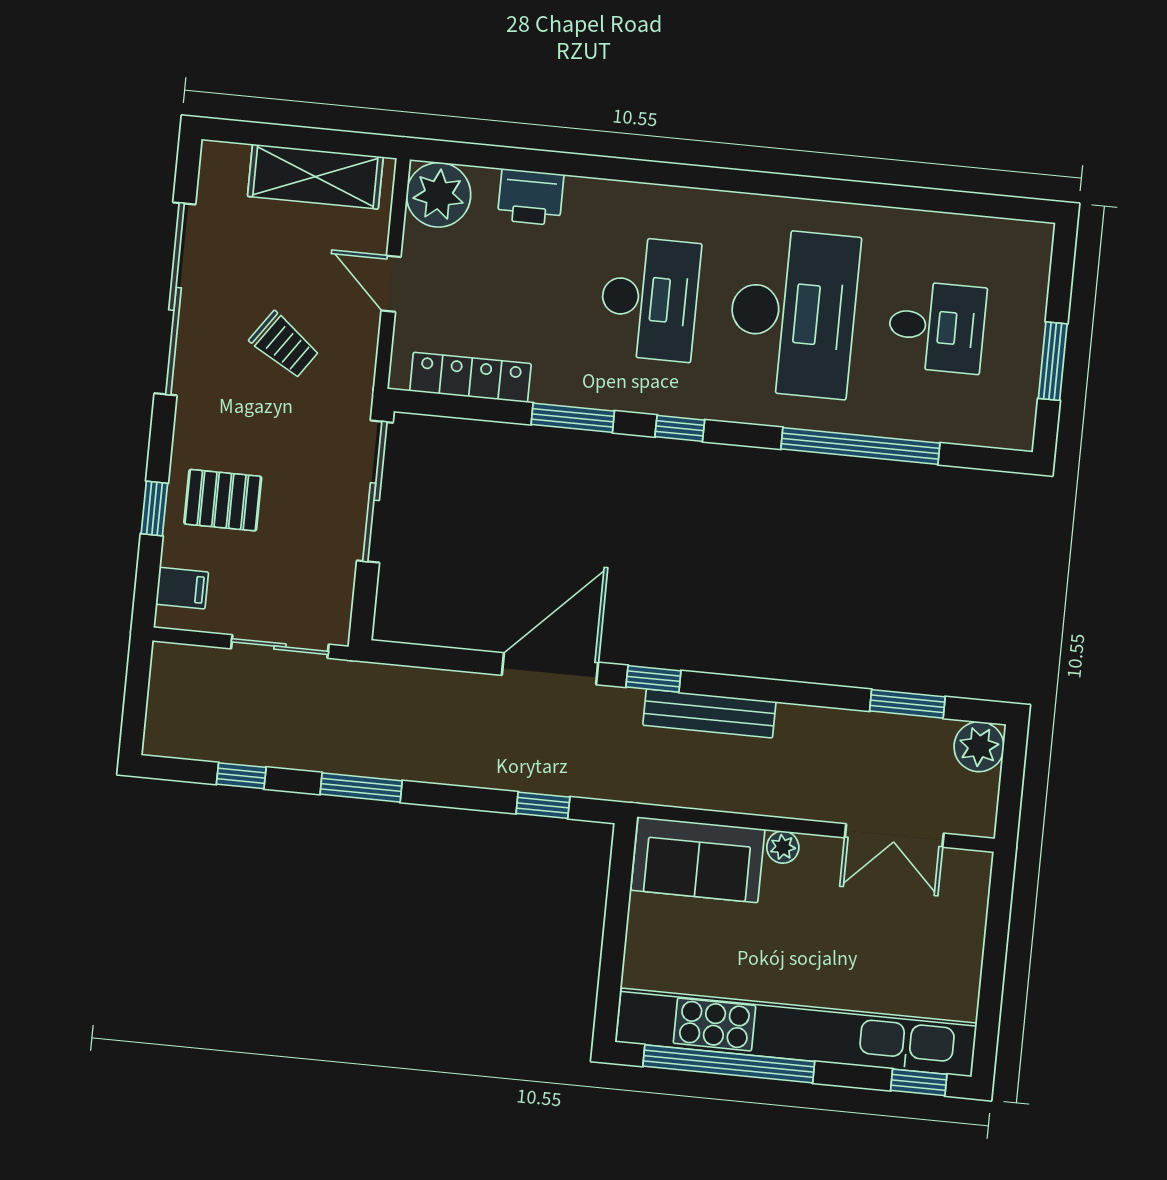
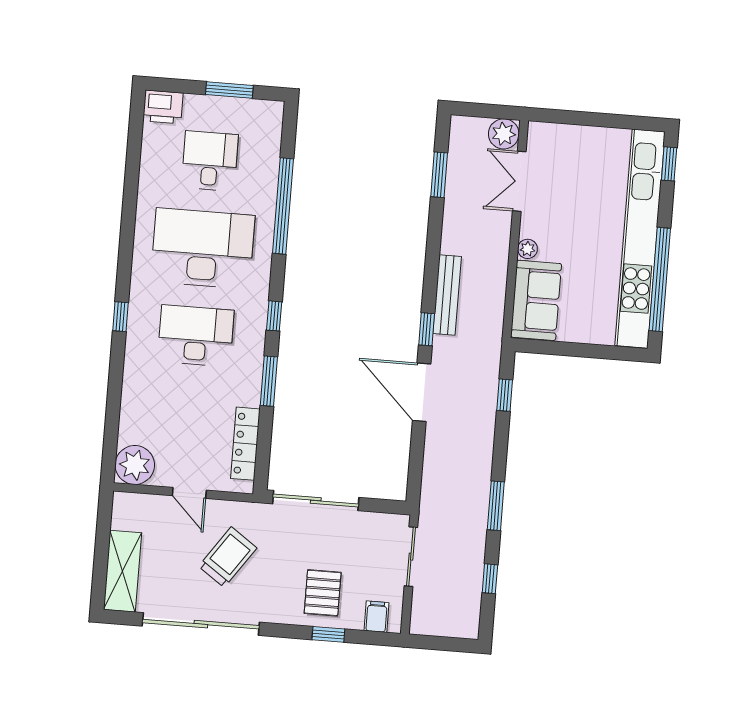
window: (683, 175) -> (120, 317), added
shelving: (315, 177) -> (123, 571), moved
printer: (531, 197) -> (163, 107), moved, turned 90
door: (391, 284) -> (189, 493), hinge flipped
trolley: (284, 345) -> (228, 557), width x1.36, depth x1.39
plant: (979, 747) -> (504, 134), moved
double door: (894, 835) -> (519, 181), swing flipped

